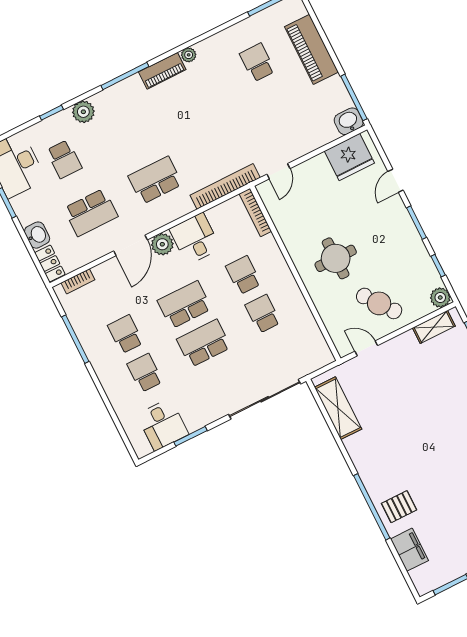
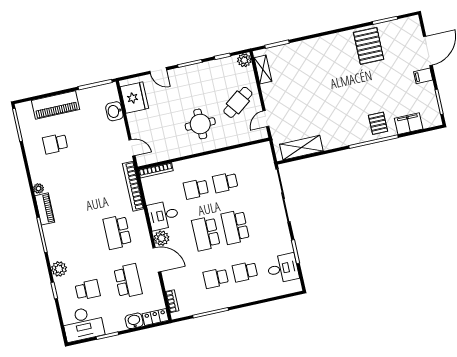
washbasin: (349, 121) -> (114, 111), moved

